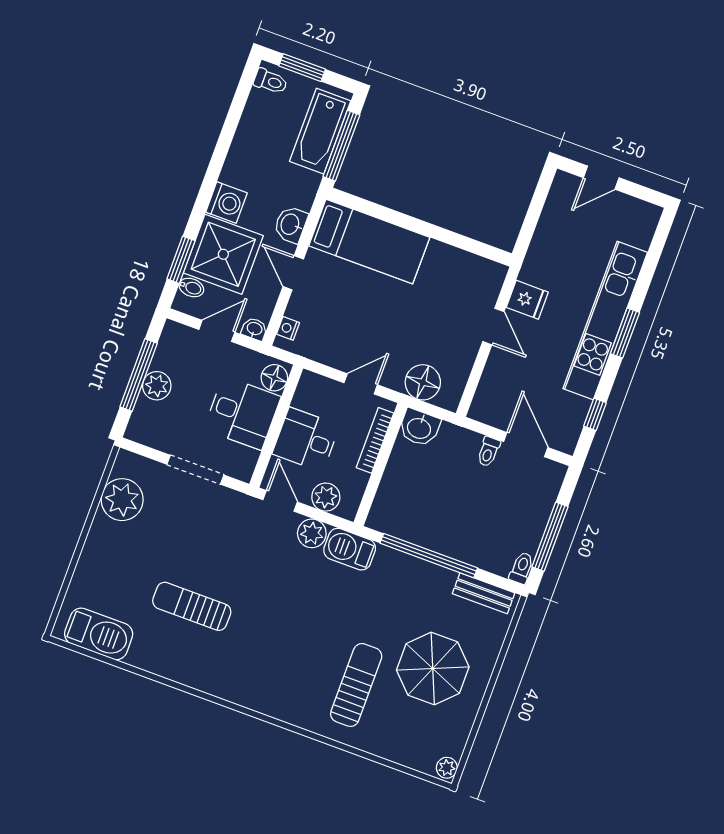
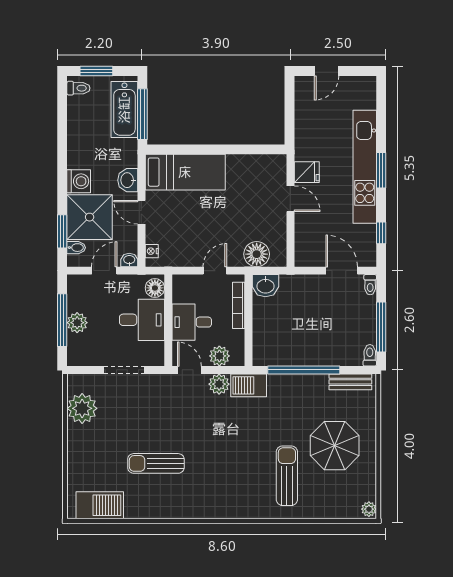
toilet: (488, 452) -> (370, 285), moved

